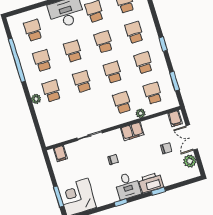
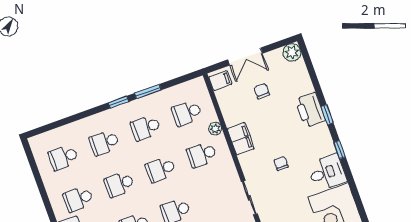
window: (174, 81) -> (148, 92), moved
plant: (190, 161) -> (292, 52), moved
desk: (127, 186) -> (327, 173), moved
window: (158, 191) -> (327, 115), moved

